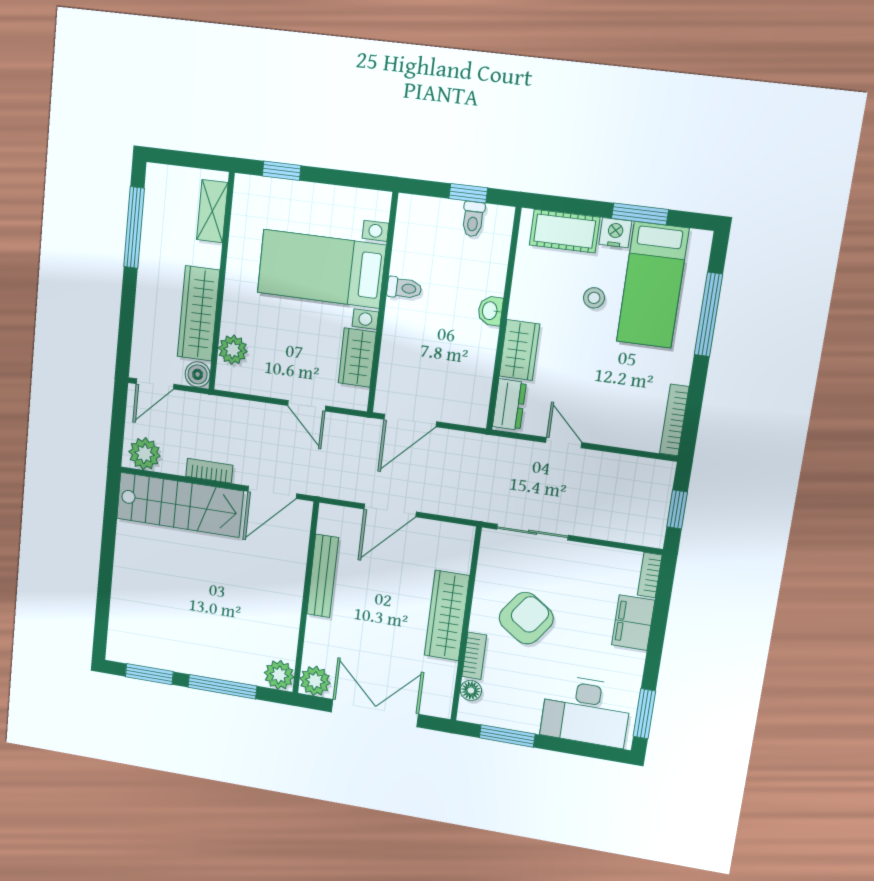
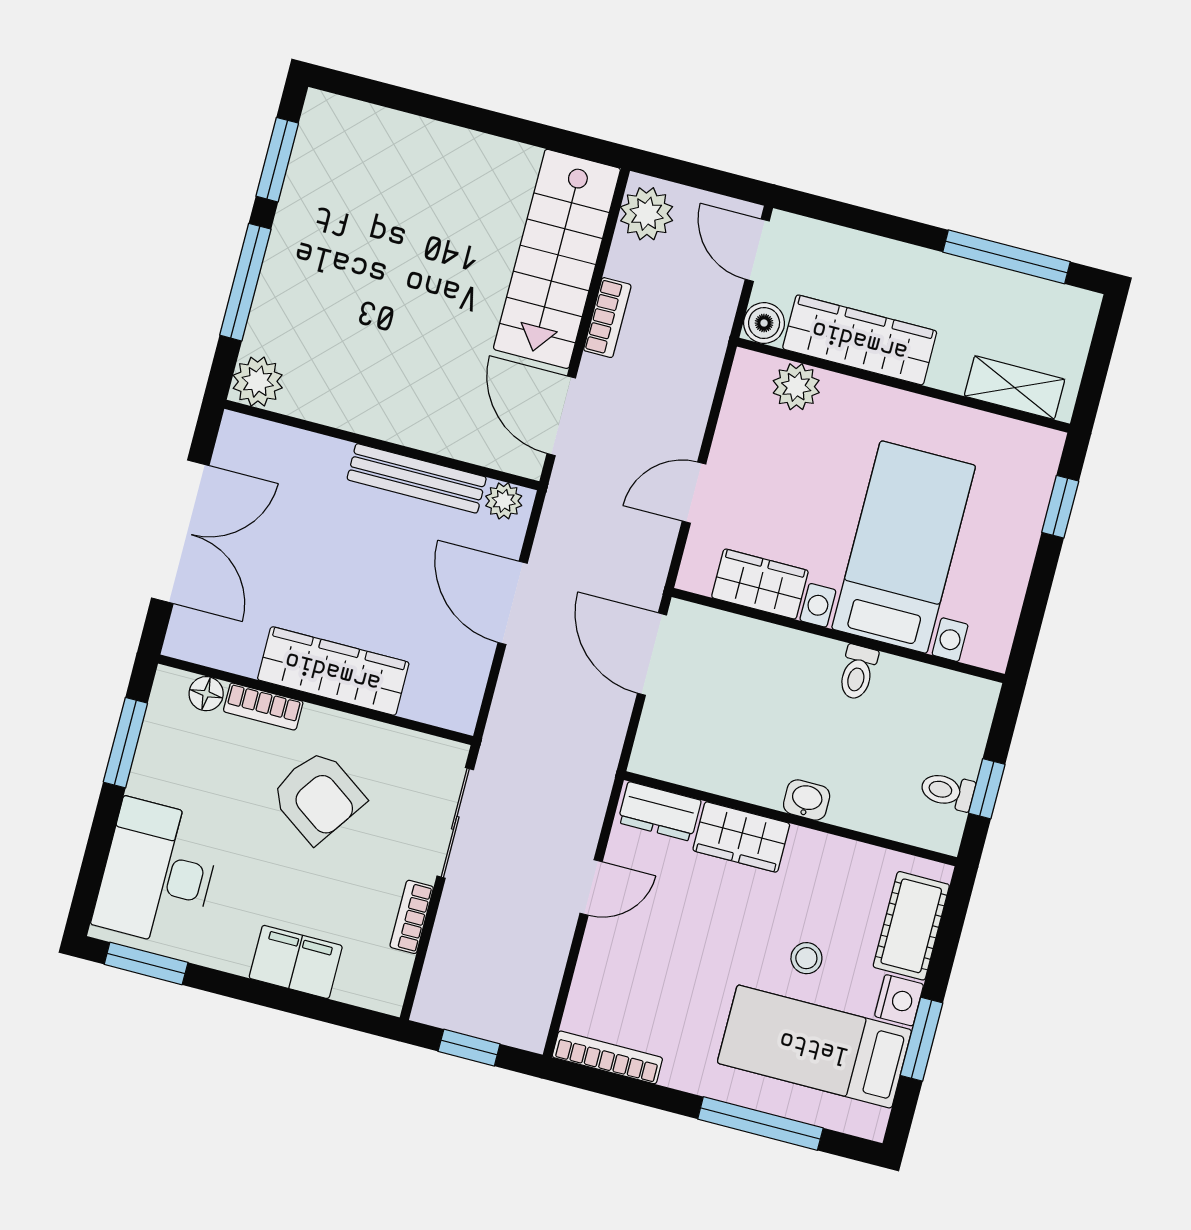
bookcase: (650, 575) -> (412, 917), moved, turned -90
plant: (315, 681) -> (504, 501), moved, width x0.73, depth x0.73

